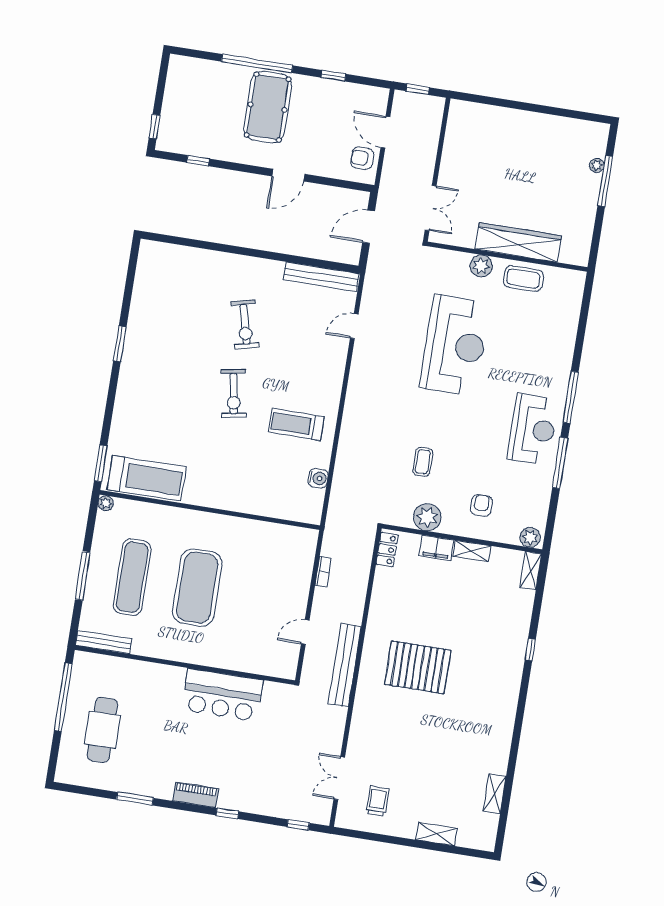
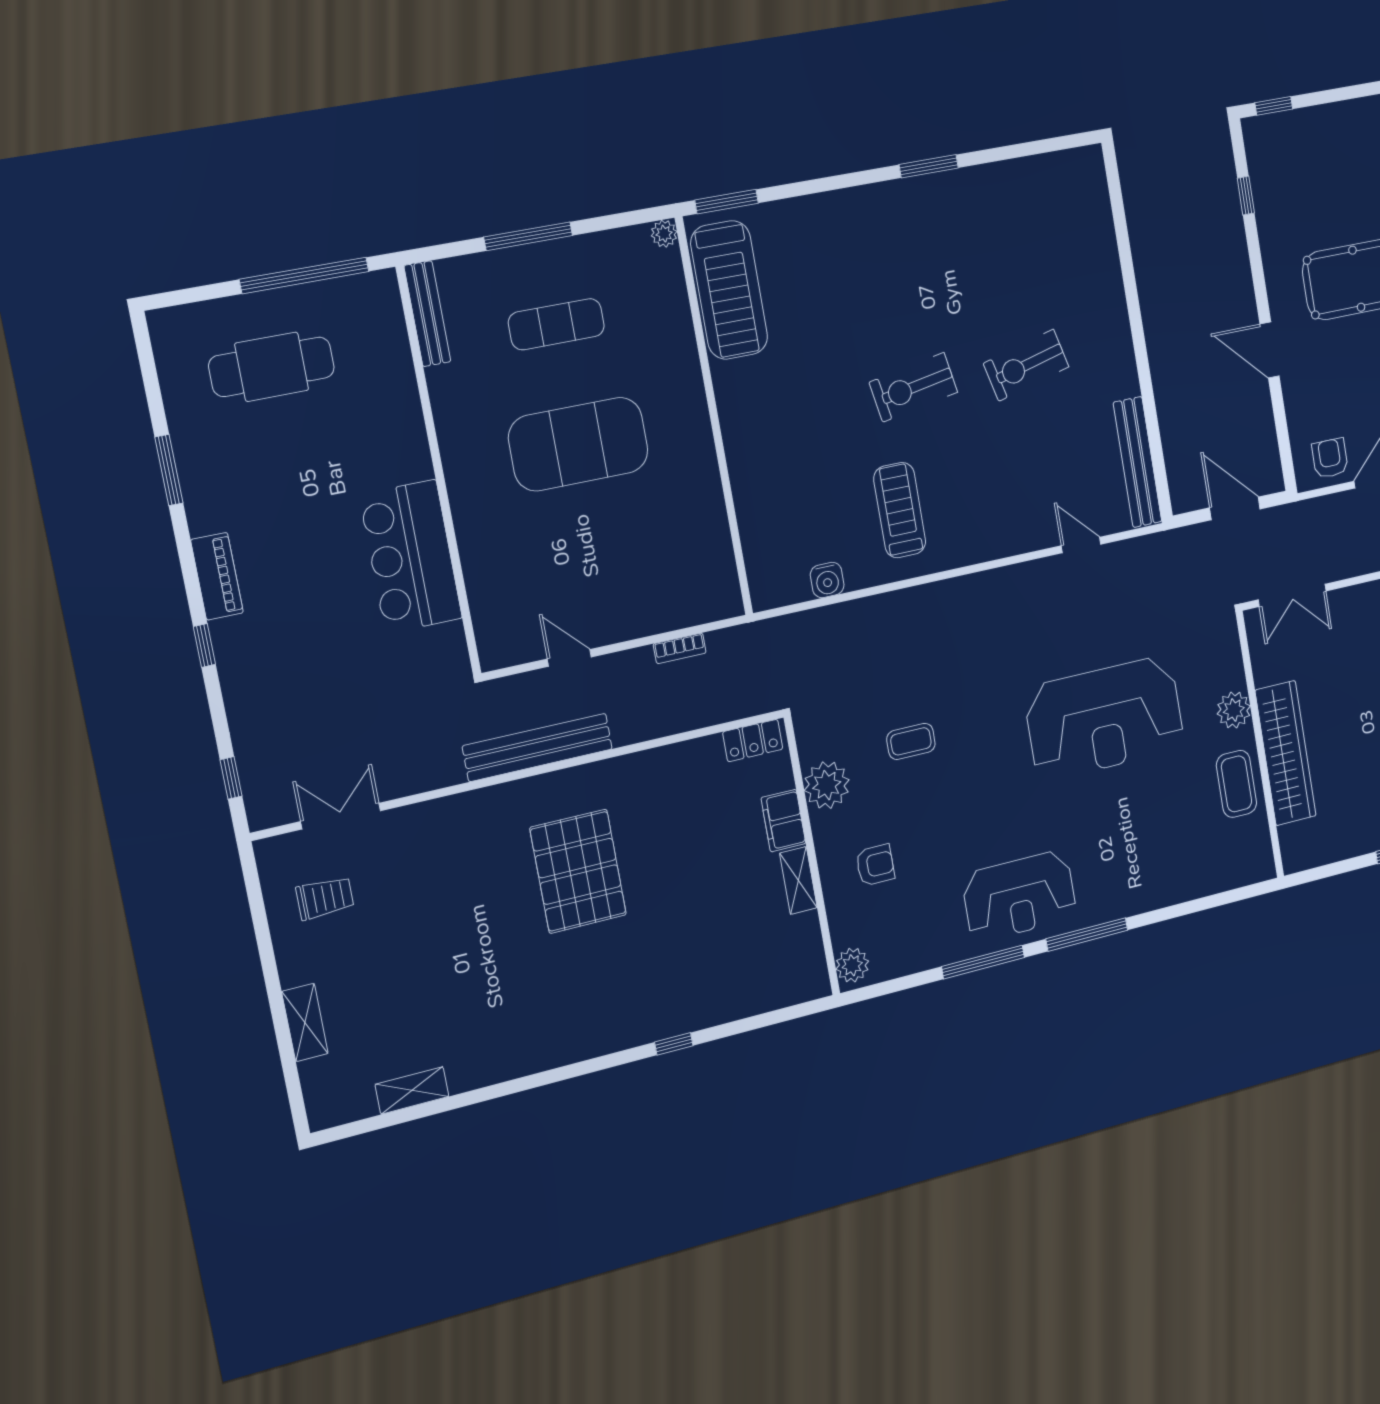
shelving: (531, 571) -> (800, 989), removed
exercise mat: (132, 577) -> (556, 324), width x0.73, depth x0.69

